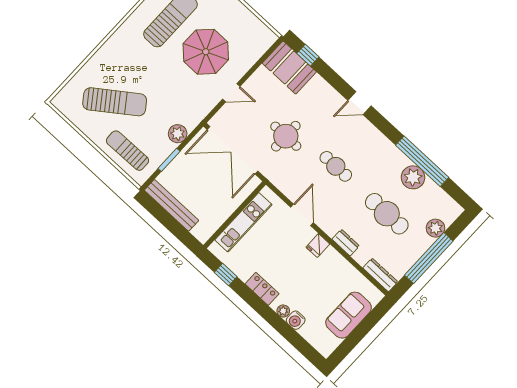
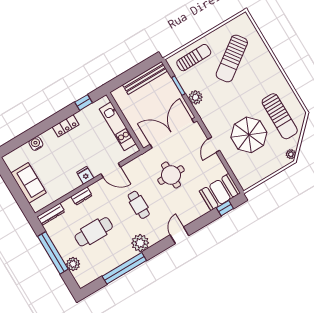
cafe table: (336, 166) -> (139, 205), turned 90
plant: (413, 177) -> (140, 243), moved
plant: (283, 311) -> (45, 136), removed

